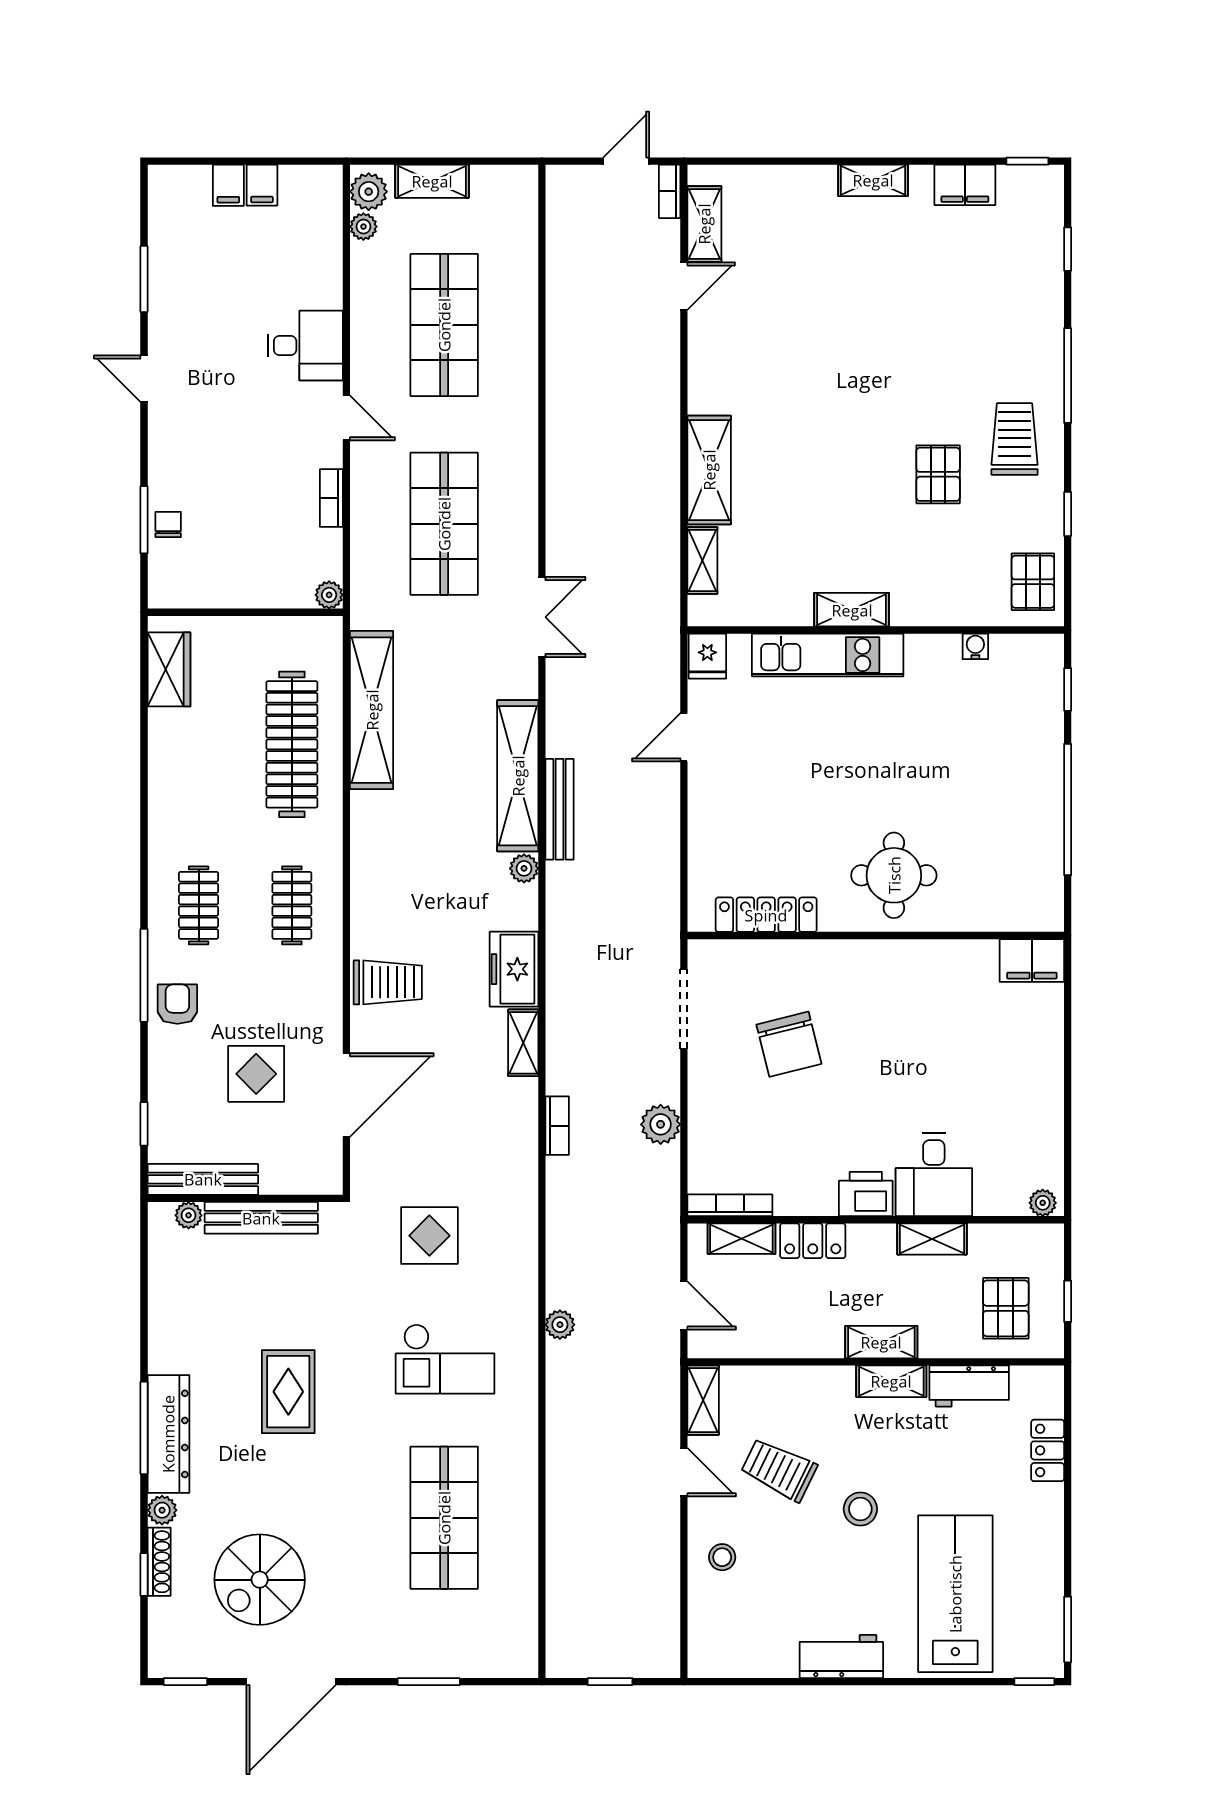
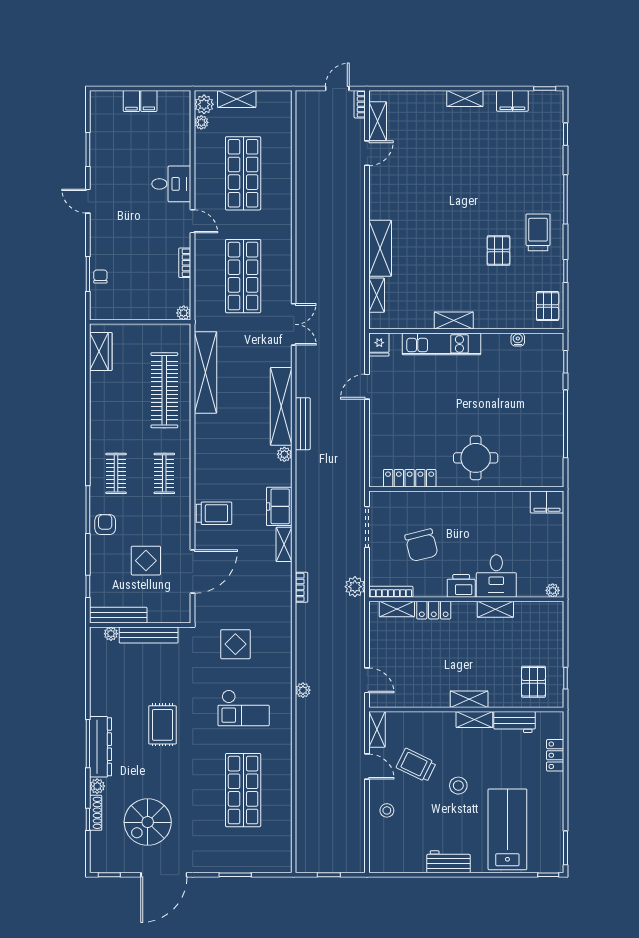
desk: (934, 1175) -> (496, 576), moved
printer: (866, 1194) -> (461, 586), moved
plant: (1043, 1203) -> (553, 590), moved
bookcase: (730, 1205) -> (391, 592), moved
wall: (876, 1220) -> (466, 599), moved
shelving: (741, 1239) -> (397, 609), moved
shelving: (932, 1239) -> (495, 609), moved
locker: (813, 1241) -> (434, 610), moved

